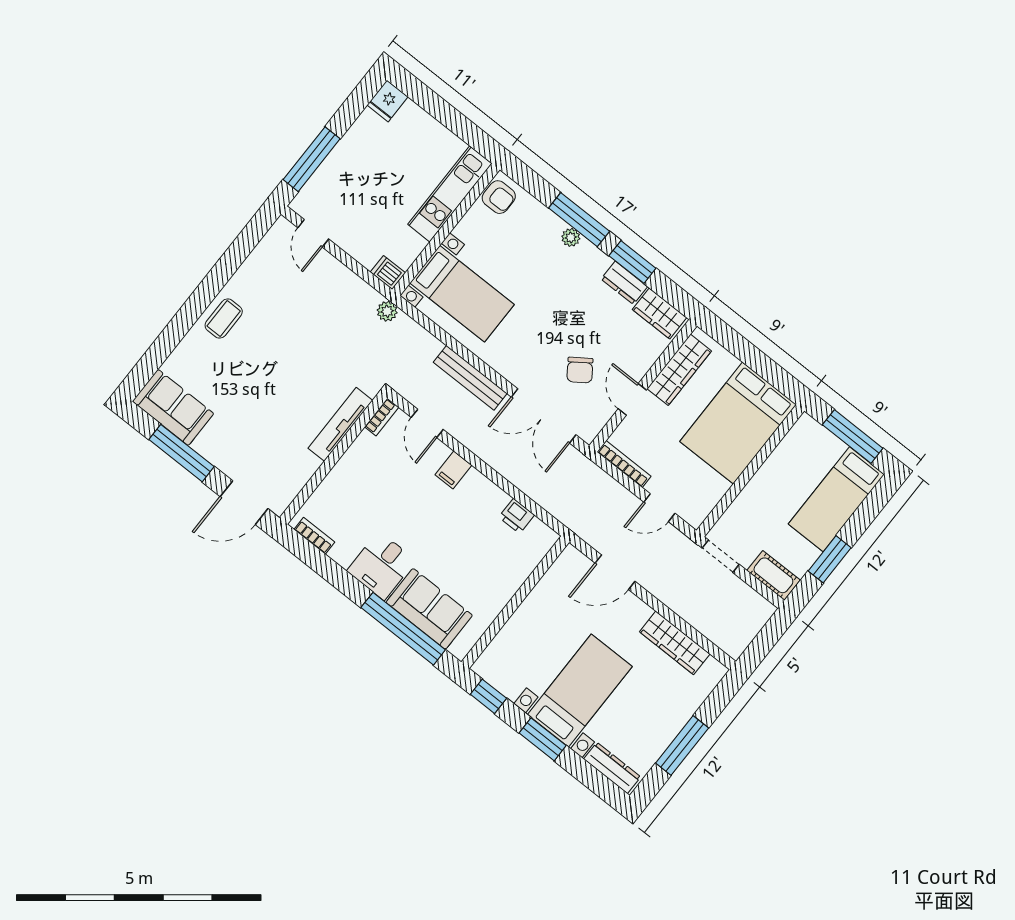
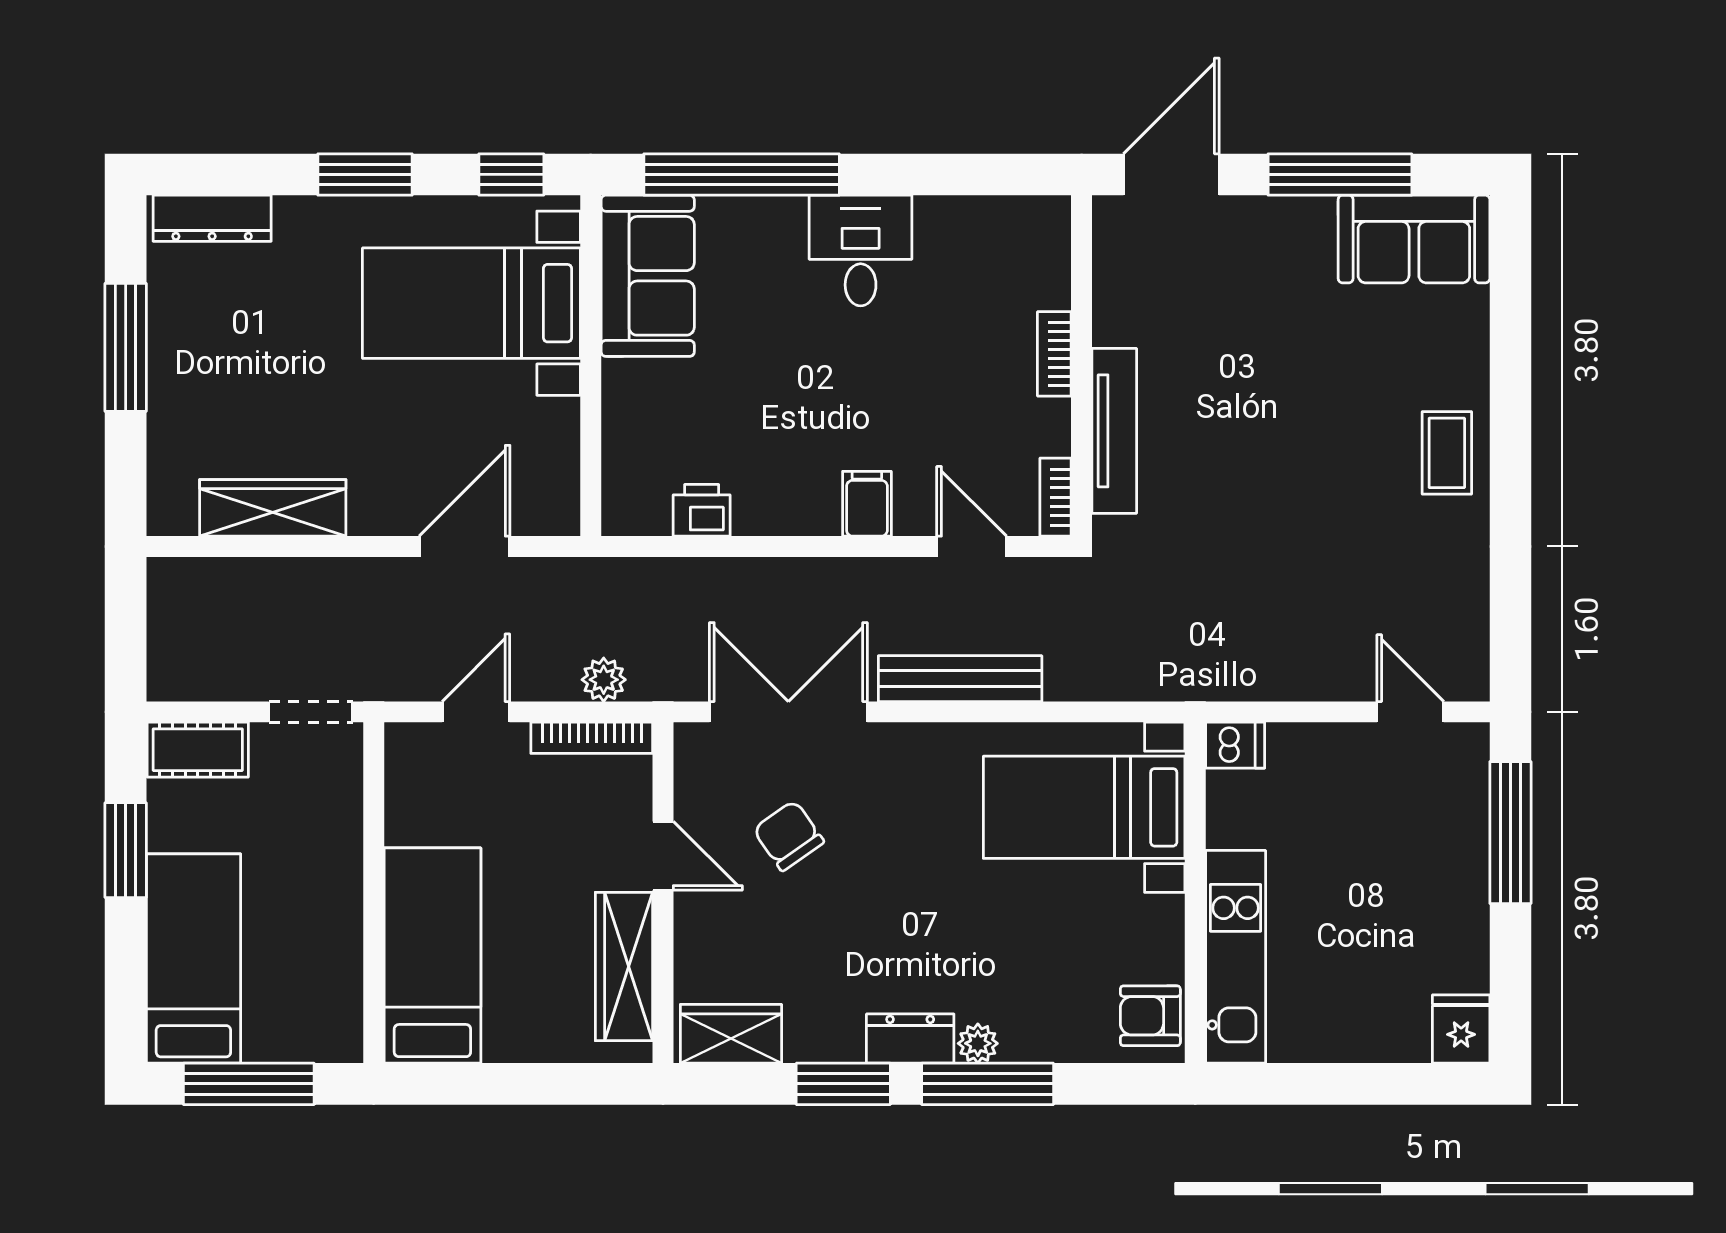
dresser: (624, 283) -> (910, 1039), moved
plant: (387, 311) -> (604, 680), moved
bed: (738, 423) -> (432, 956), width x0.67
bookcase: (314, 536) -> (1054, 354), moved, turned 90
sofa: (429, 609) -> (648, 276), moved, turned -90
bed with nightstands: (580, 691) -> (471, 303), moved, turned 90

